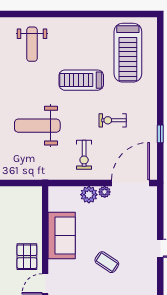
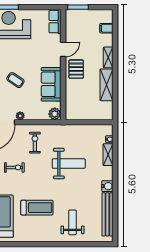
treadmill: (81, 80) -> (37, 208), moved
plant: (89, 195) -> (55, 114), moved
coffee table: (107, 262) -> (15, 80), moved

